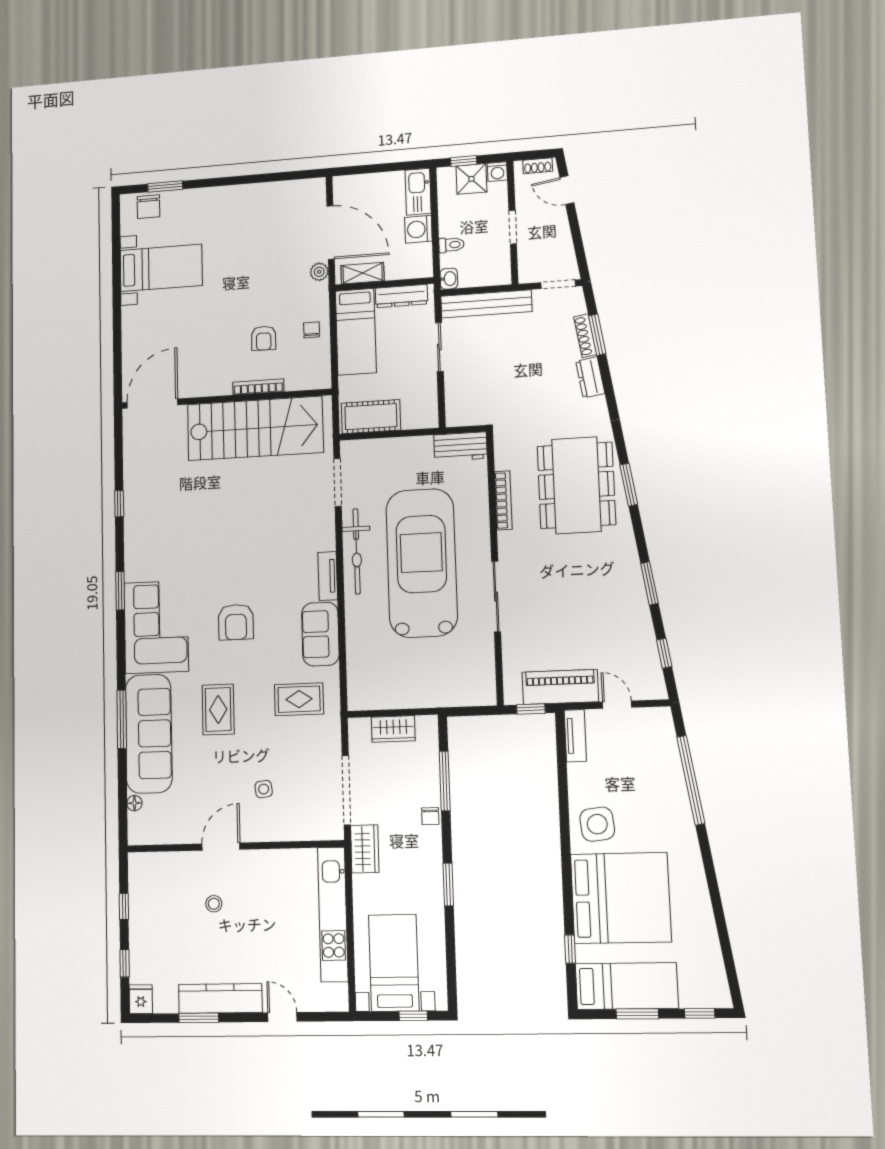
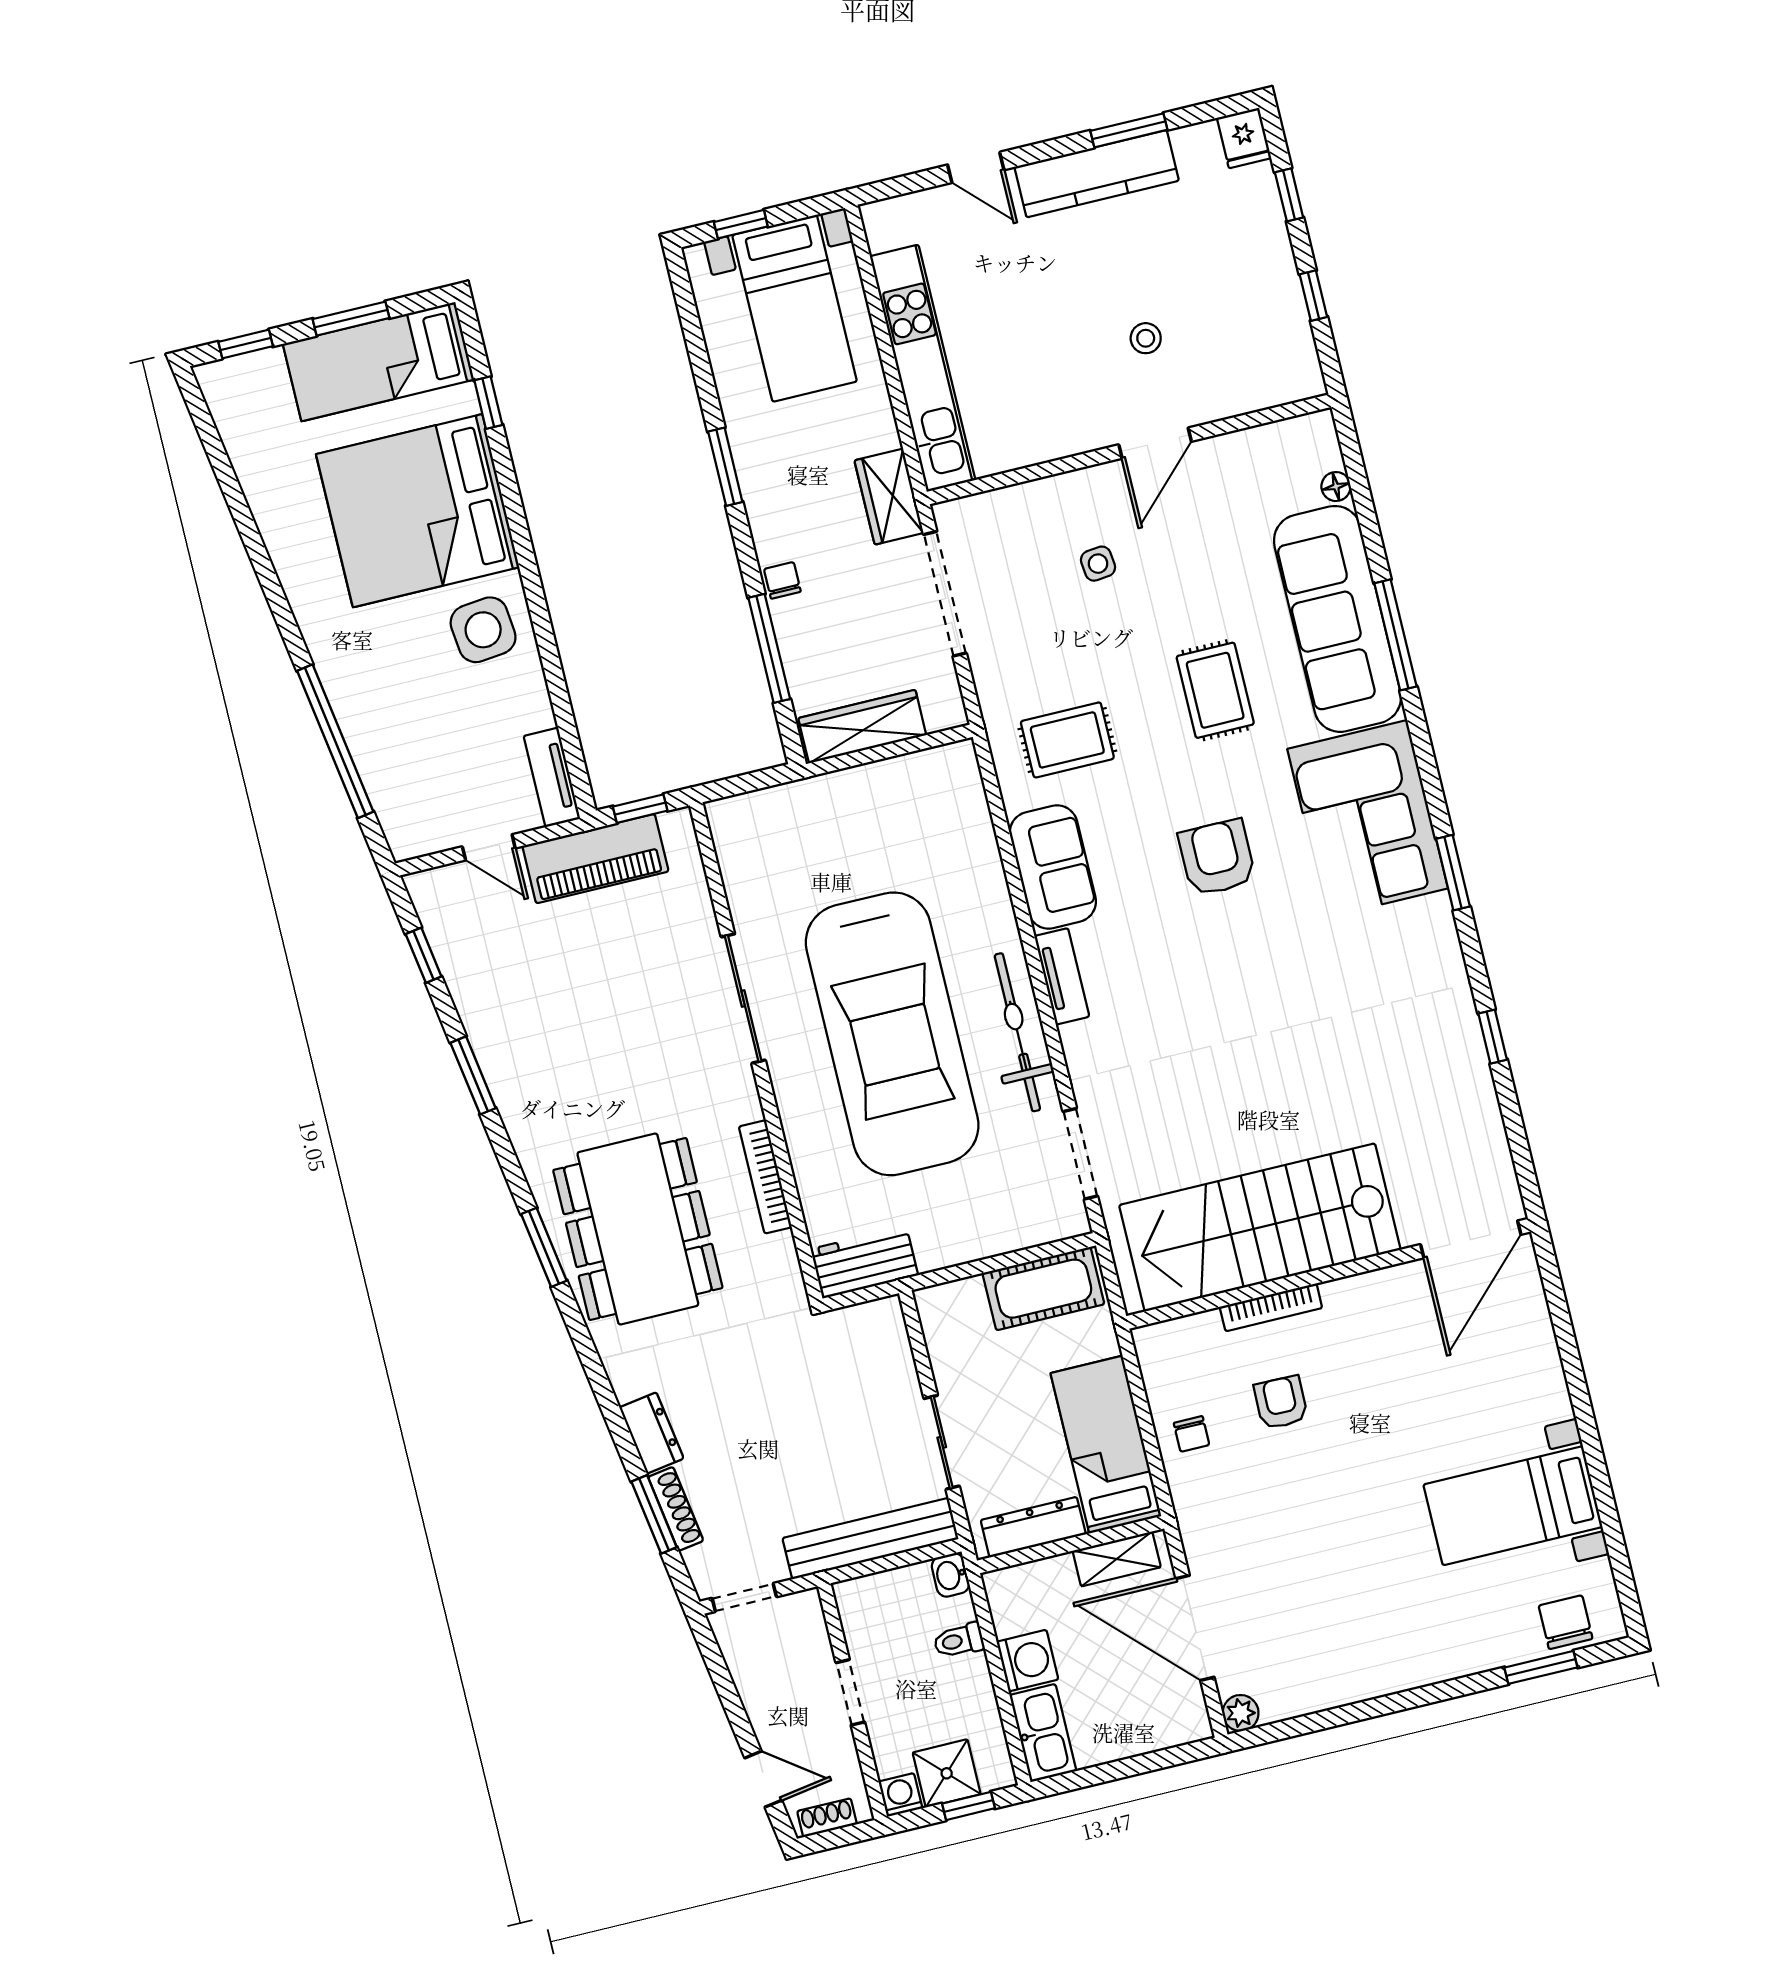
plant: (319, 272) -> (1241, 1713), moved
wardrobe: (393, 729) -> (862, 727), width x1.50

